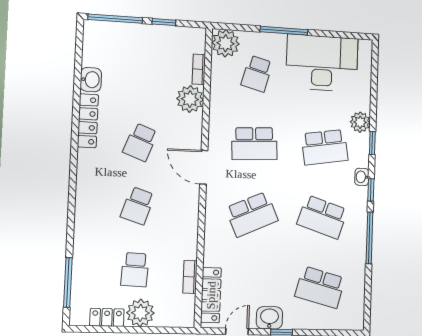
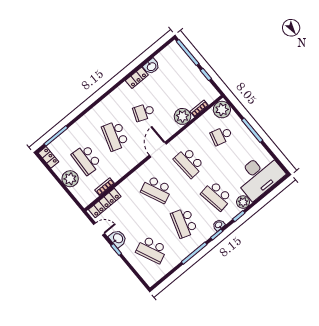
desk: (322, 63) -> (259, 176), moved, turned 90
locker: (88, 121) -> (137, 78), width x0.66
school desk: (138, 206) -> (115, 136), width x1.85
school desk: (135, 270) -> (87, 160), width x1.85
school desk: (320, 287) -> (152, 250), turned -39
locker: (107, 317) -> (48, 157), moved

